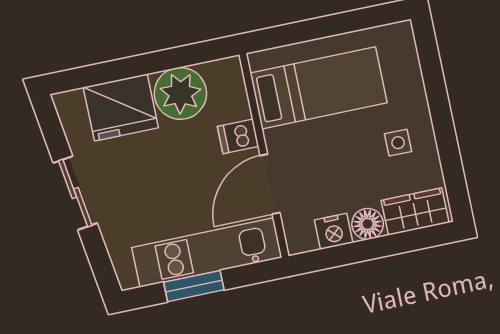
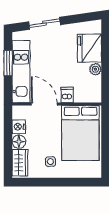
bed: (319, 88) -> (80, 133), width x1.50
plant: (180, 93) -> (95, 69), width x0.53, depth x0.53
sliding door: (75, 193) -> (45, 23), moved

